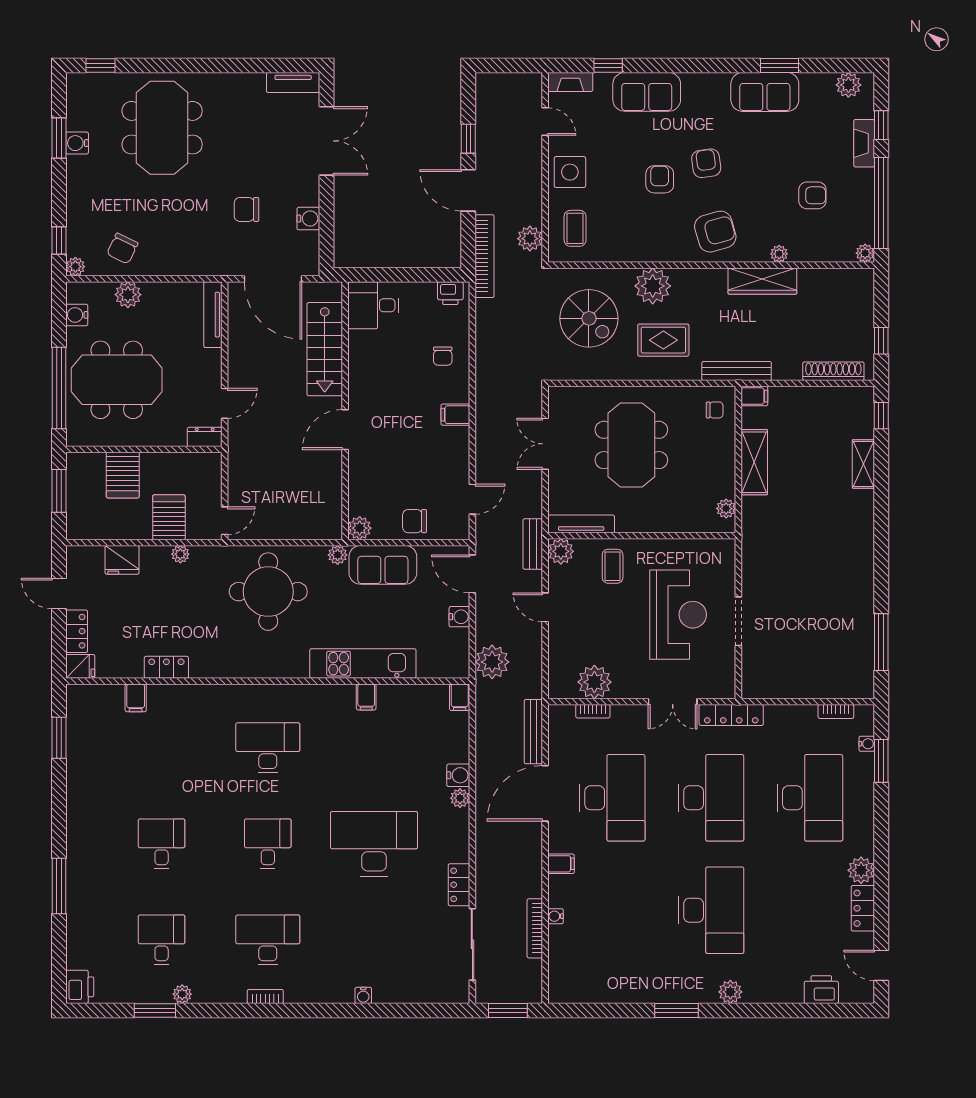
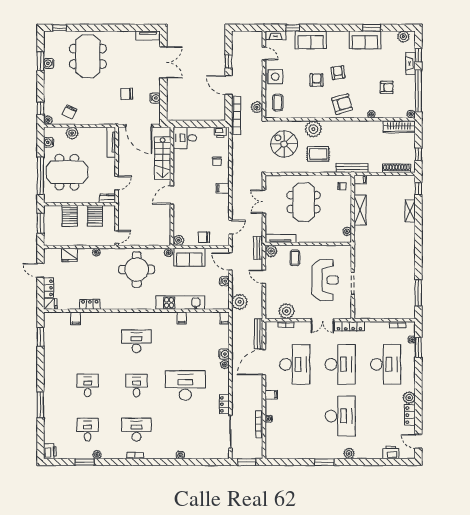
wardrobe: (762, 281) -> (399, 127), moved
spiral stairs: (589, 318) -> (284, 144), turned 180
server rack: (169, 517) -> (95, 216), moved, turned 180

